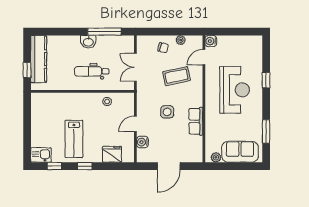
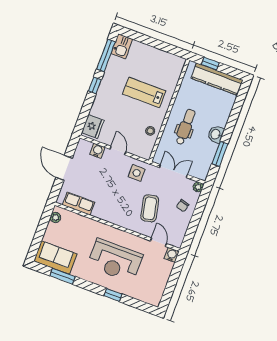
window: (104, 32) -> (220, 154), width x0.69
plant: (181, 40) -> (198, 187), moved
side table: (167, 112) -> (137, 173), moved
row of seats: (196, 121) -> (79, 204), moved
lab bench: (74, 139) -> (144, 92), moved
sofa: (240, 152) -> (55, 258), moved, turned -90
fridge: (112, 154) -> (93, 126), moved
window: (54, 166) -> (106, 56), width x2.17

